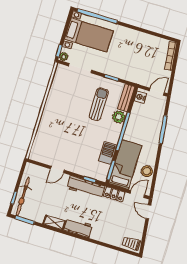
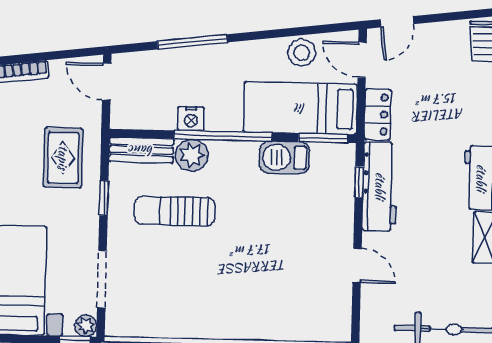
rug: (132, 66) -> (63, 158), added
nightstand: (140, 97) -> (191, 119), moved

